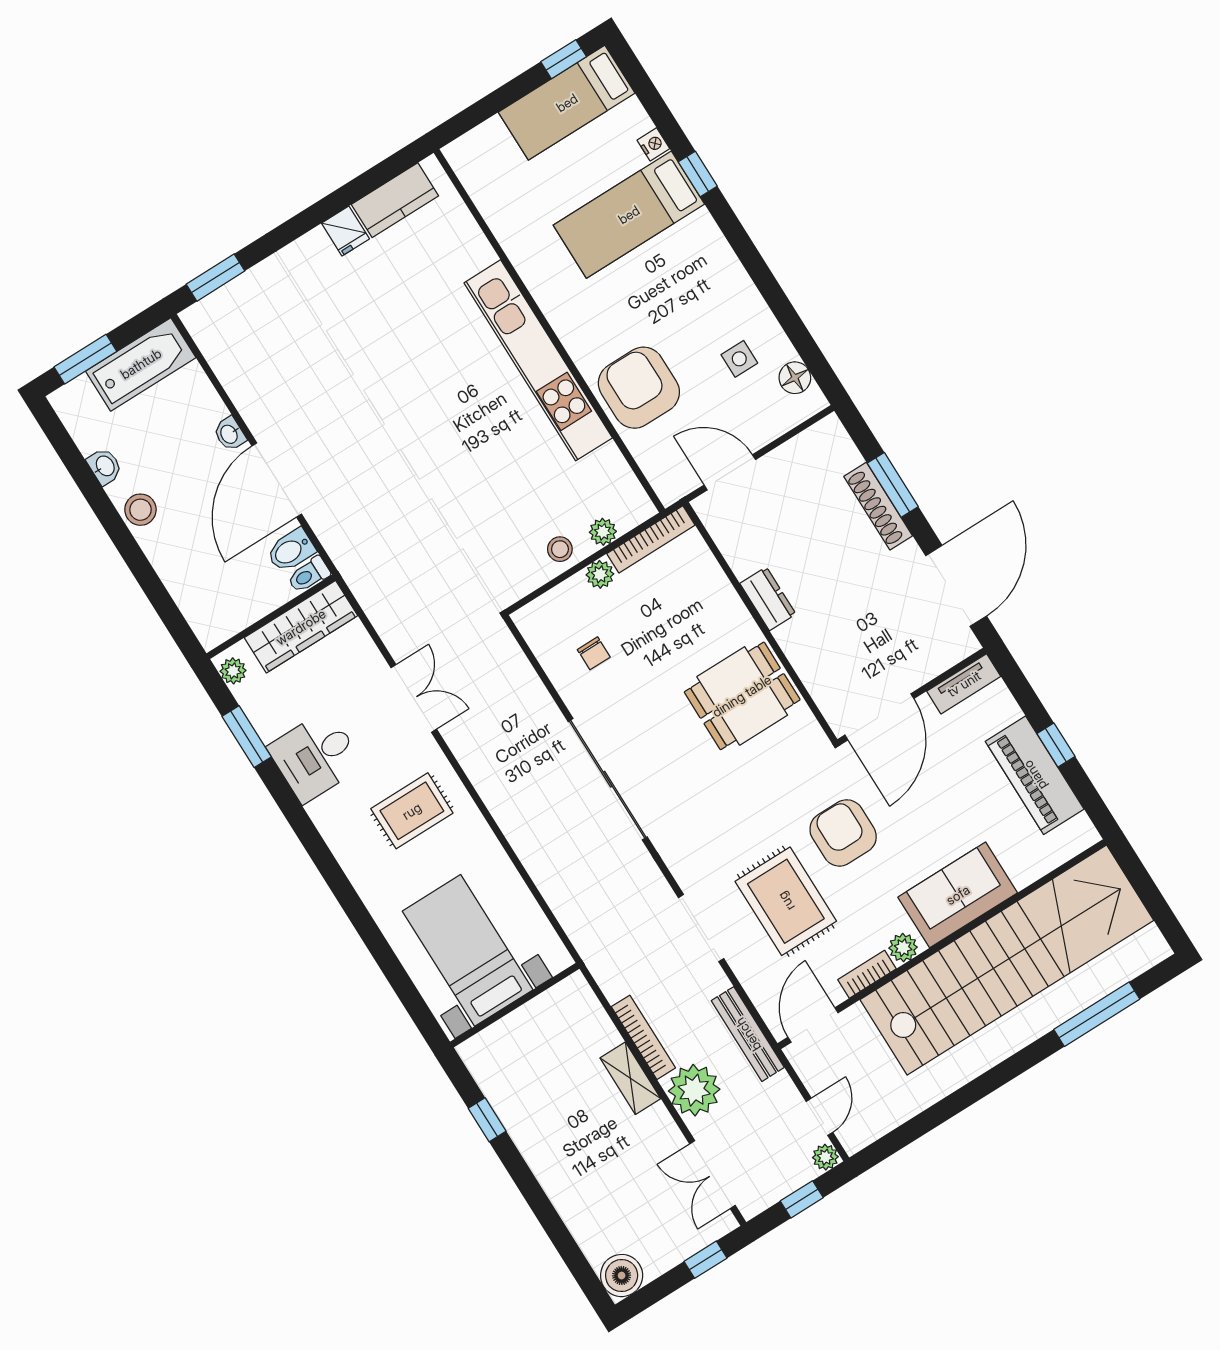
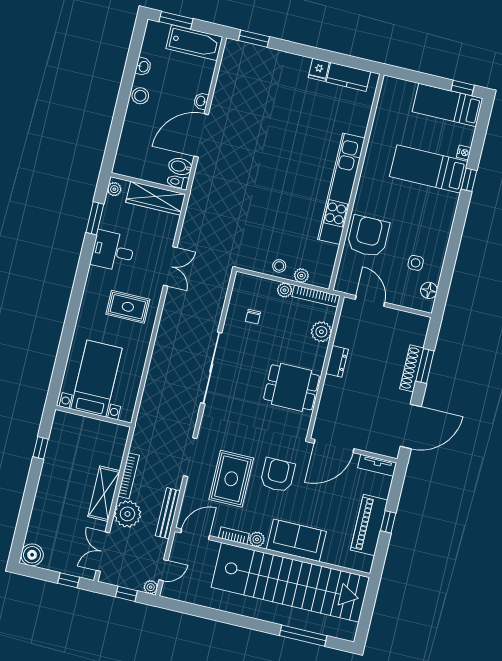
plant: (706, 580) -> (321, 332), added
shelving: (630, 1078) -> (104, 494), width x1.50, depth x1.33

